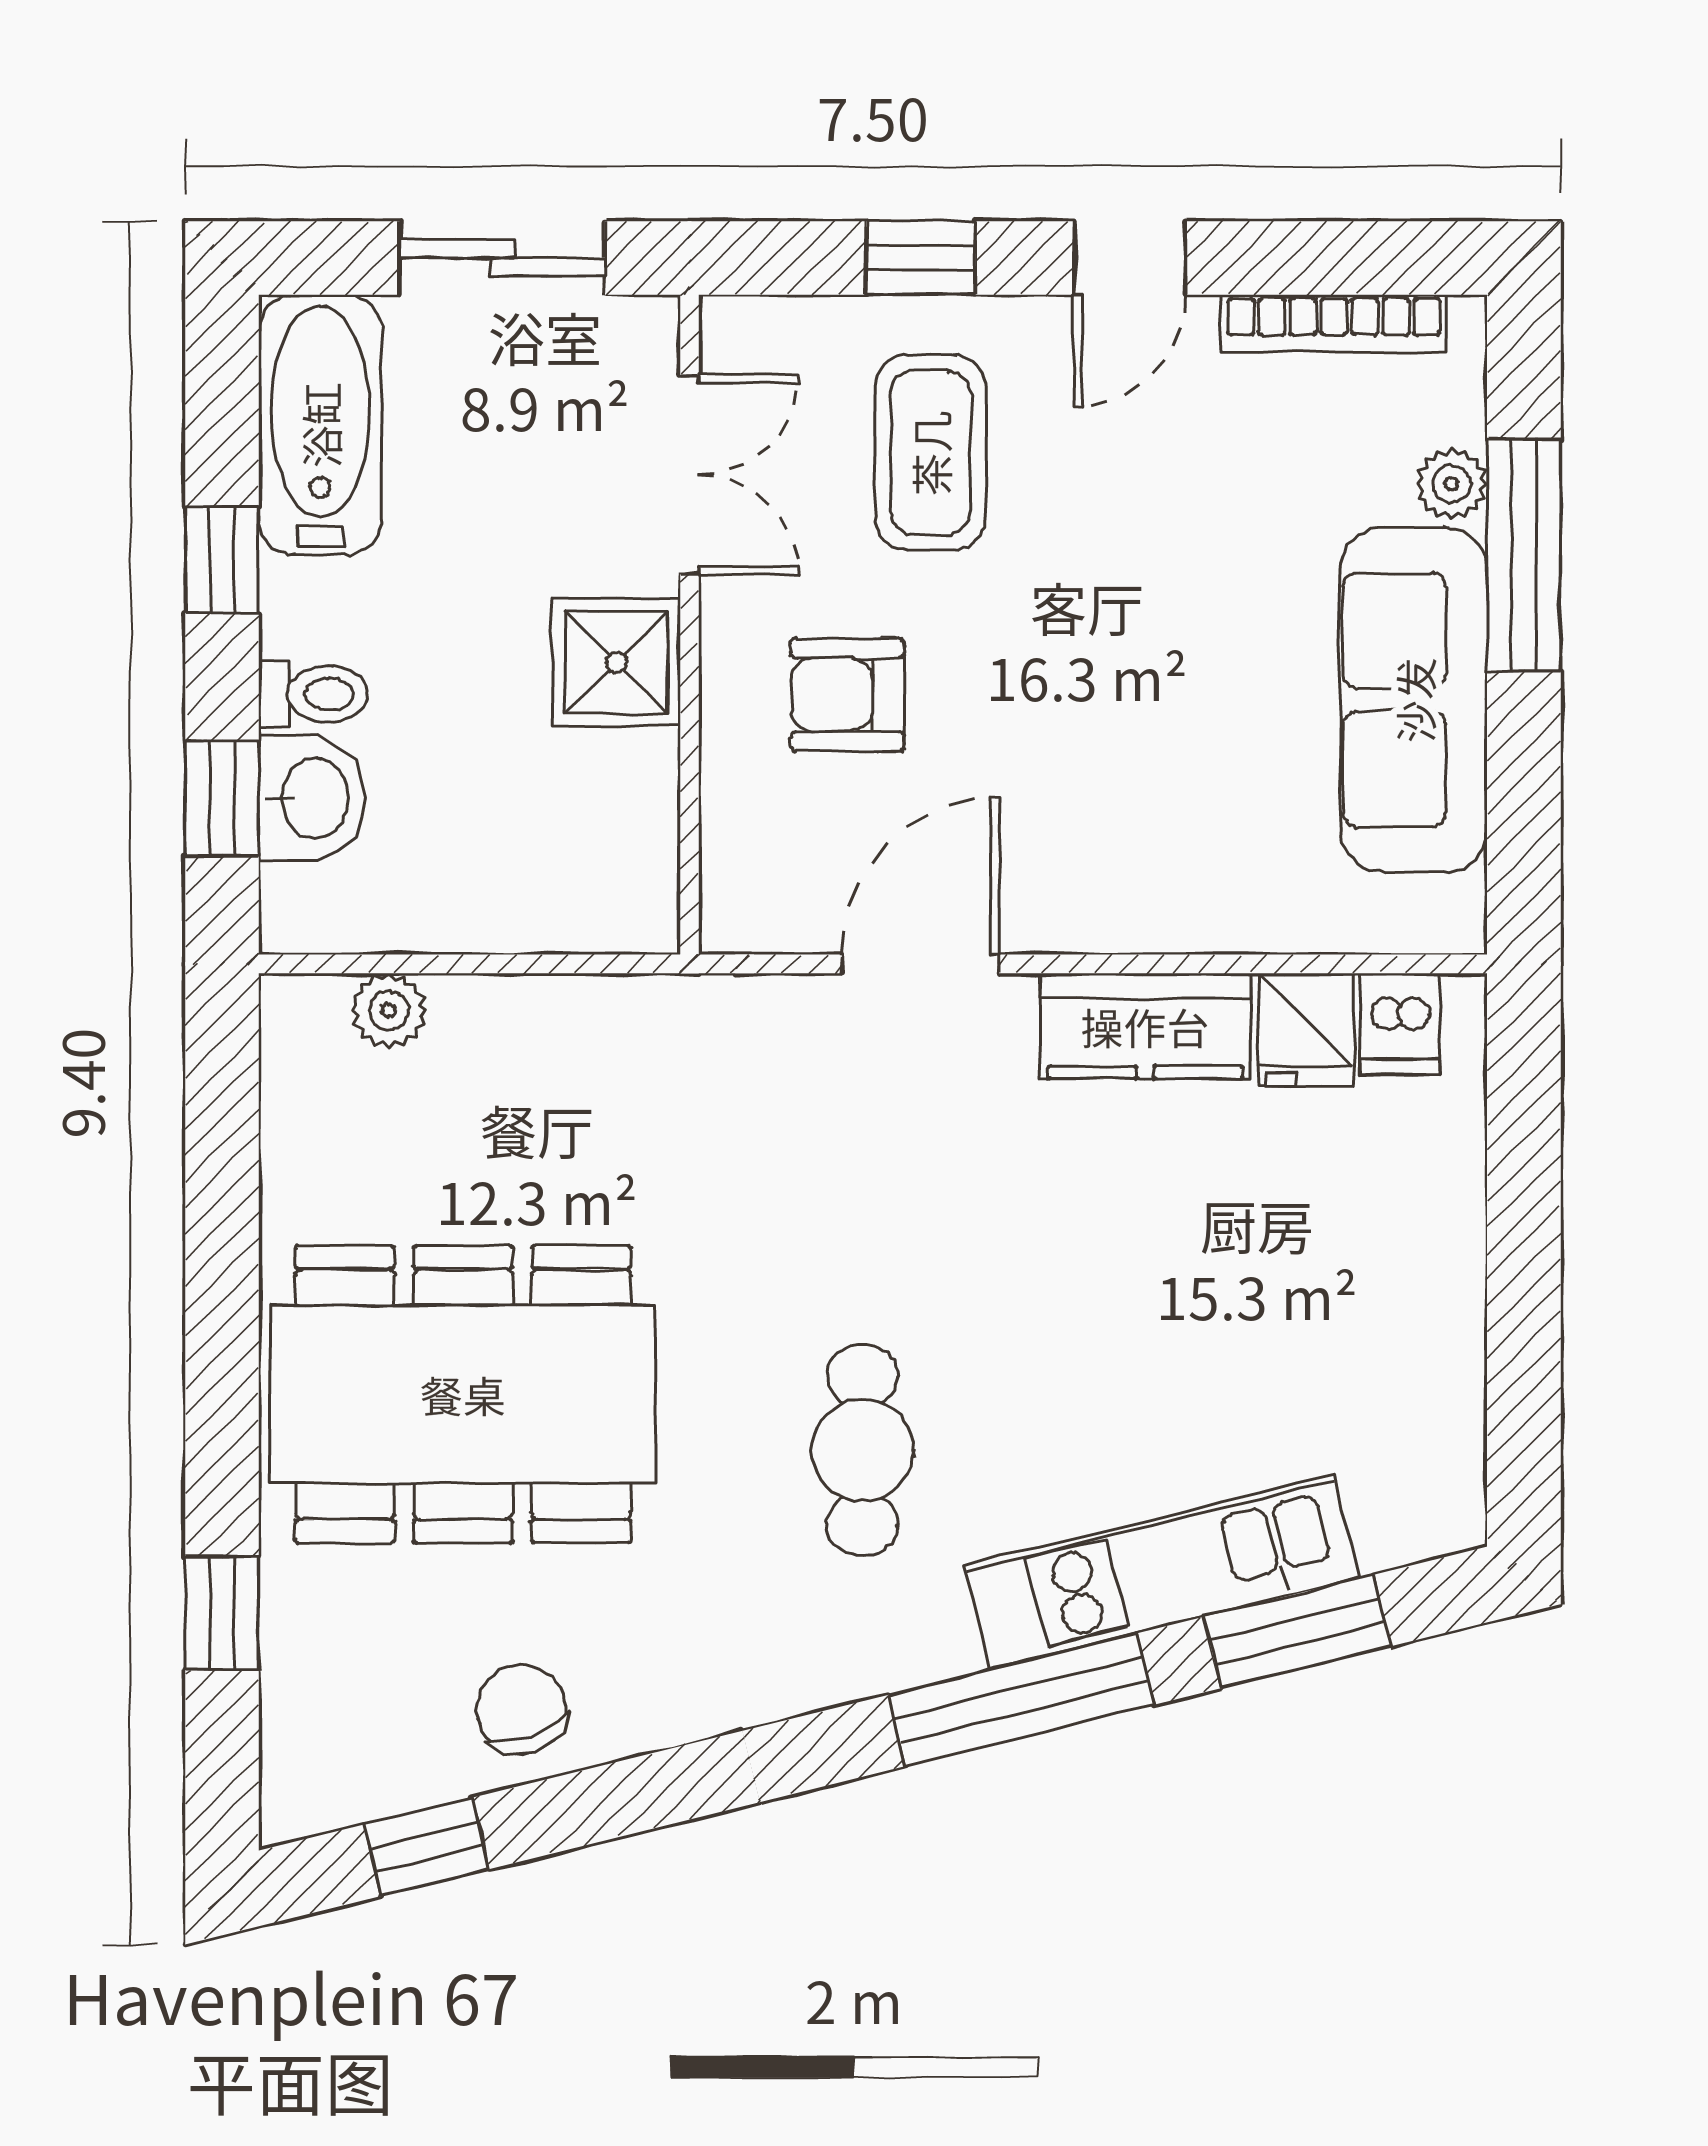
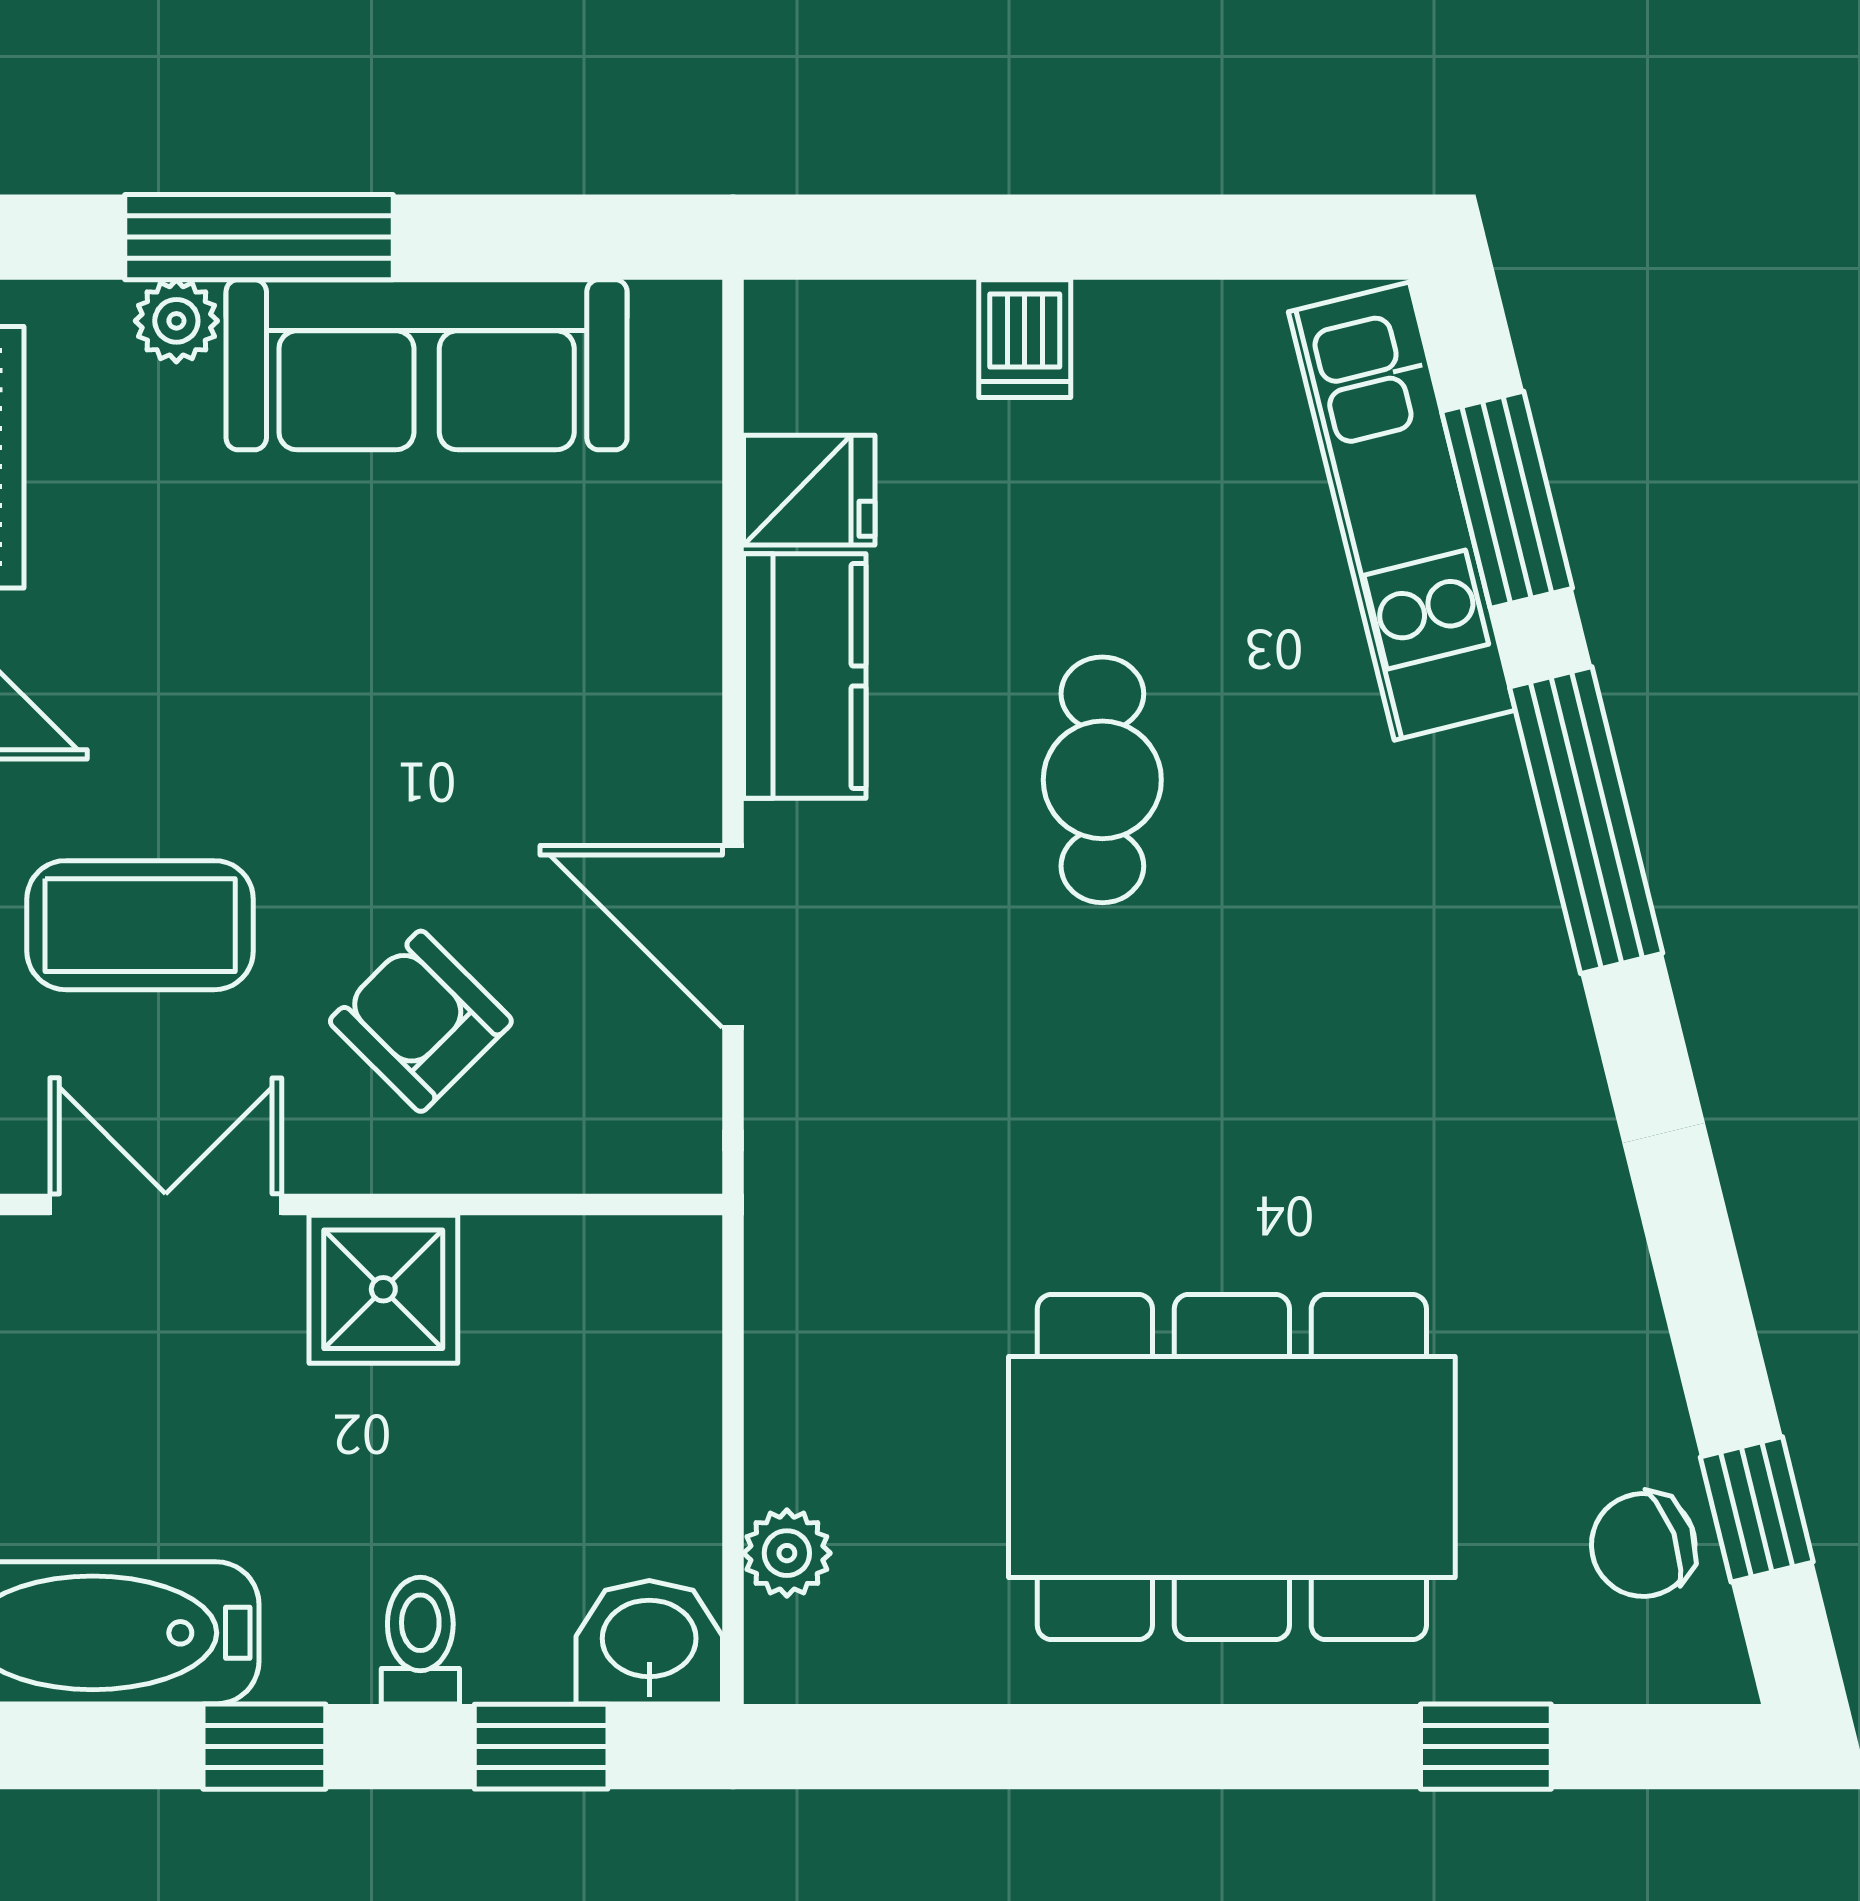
armchair: (848, 695) -> (421, 1021), turned 135
washbasin: (312, 798) -> (649, 1642), moved
dishwasher: (1400, 1024) -> (1025, 339), moved, turned 90
dining table: (463, 1394) -> (1232, 1467), turned 90
cafe table: (862, 1450) -> (1102, 780), moved, turned 90
kitchen unit: (1162, 1572) -> (1402, 511), moved
chair: (521, 1709) -> (1643, 1545), moved

